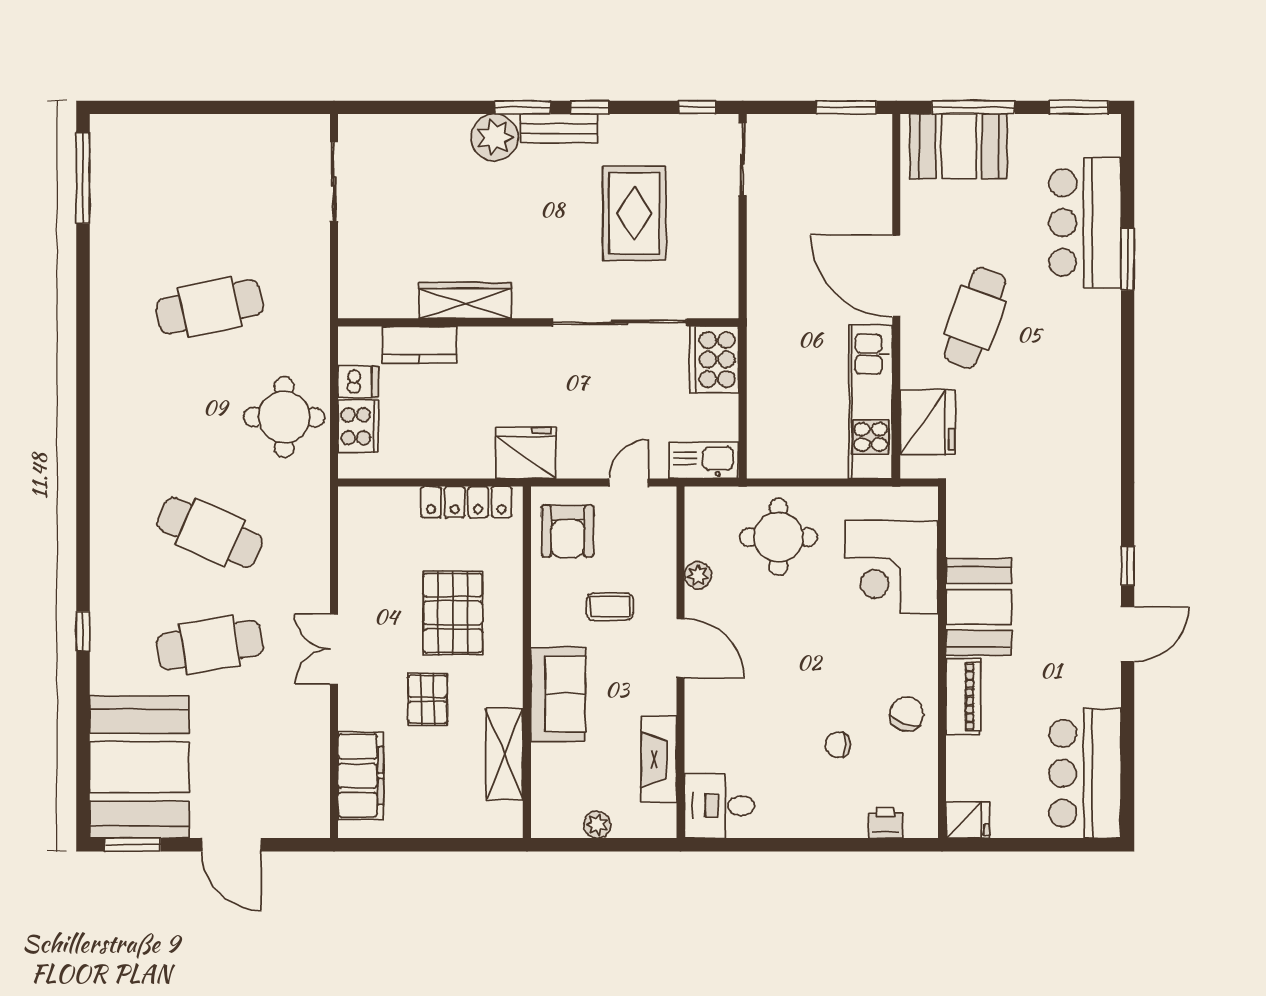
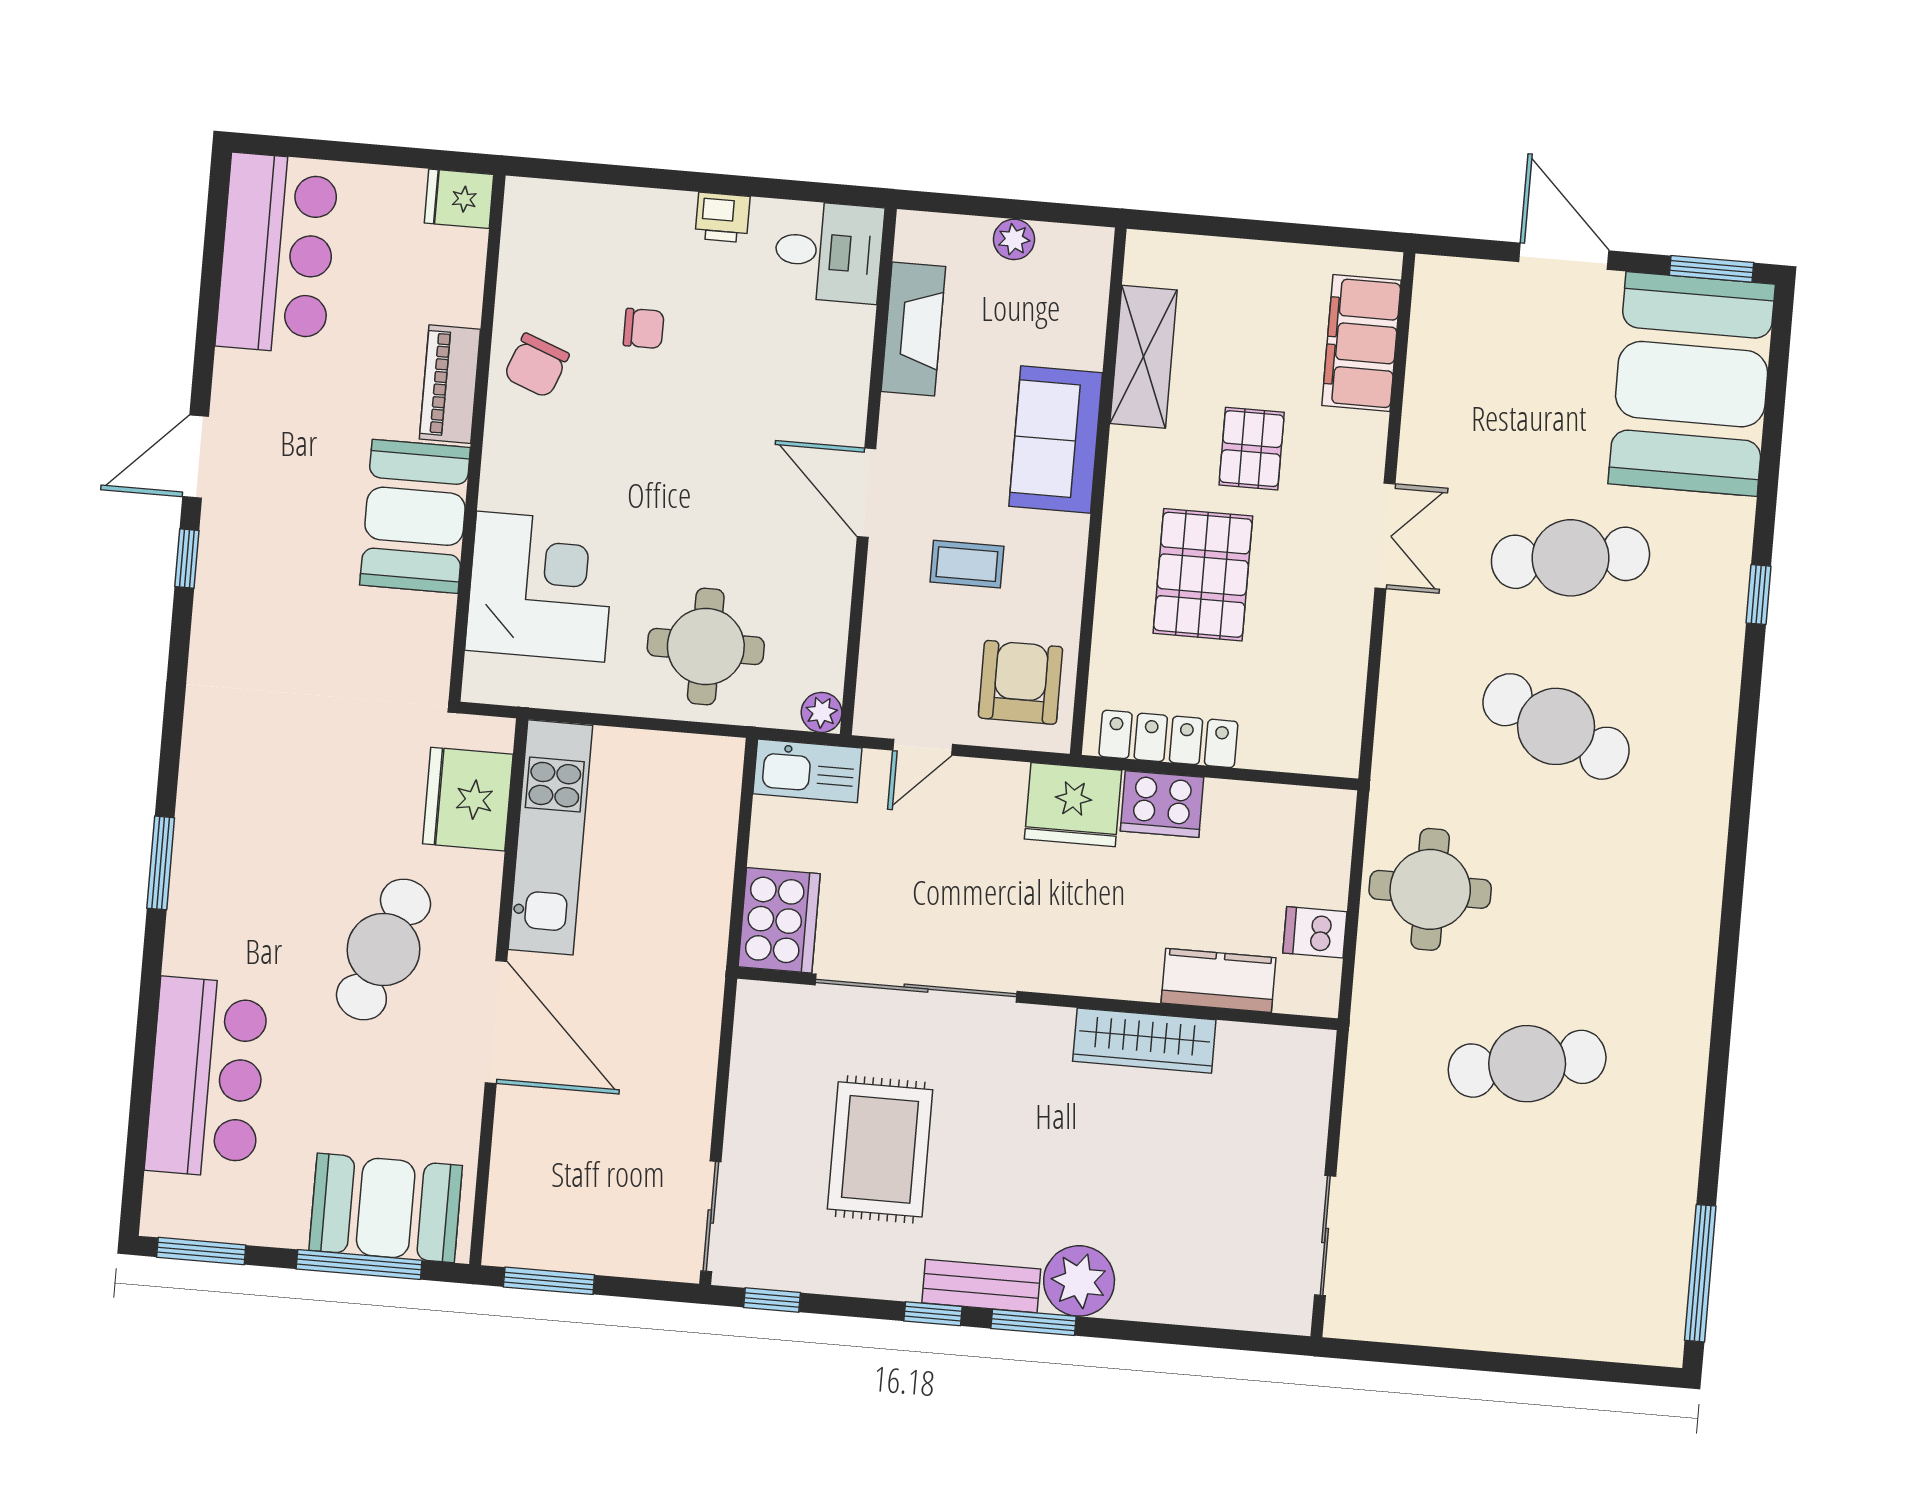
window: (1128, 259) -> (161, 863), moved
cooker: (358, 426) -> (1162, 804), moved, turned -90
plant: (698, 575) -> (822, 712), moved
printer: (885, 823) -> (722, 217), moved

